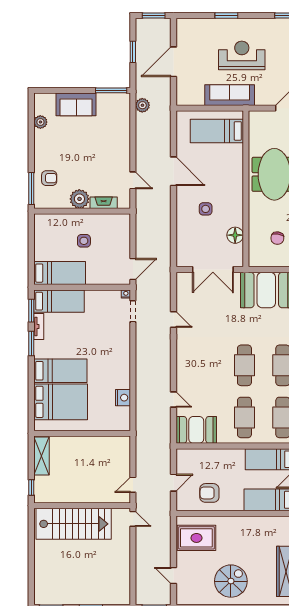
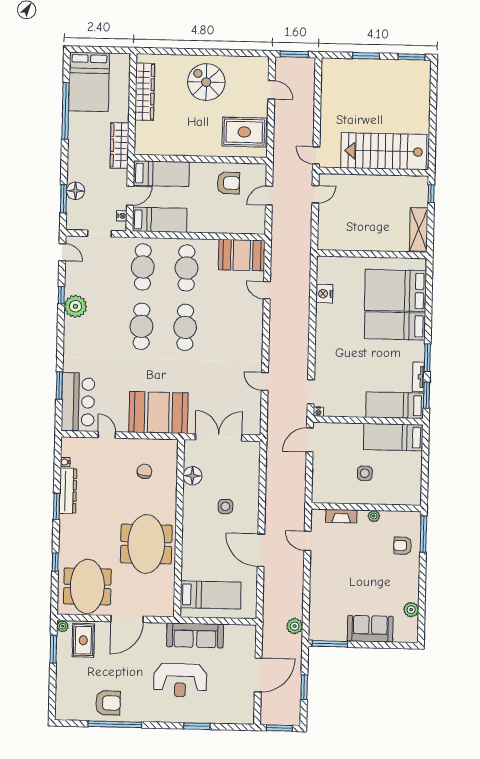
plant: (79, 199) -> (374, 516), width x0.53, depth x0.53
spiral stairs: (231, 581) -> (206, 82), turned 90

